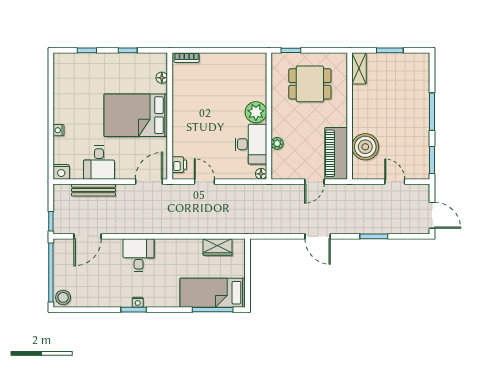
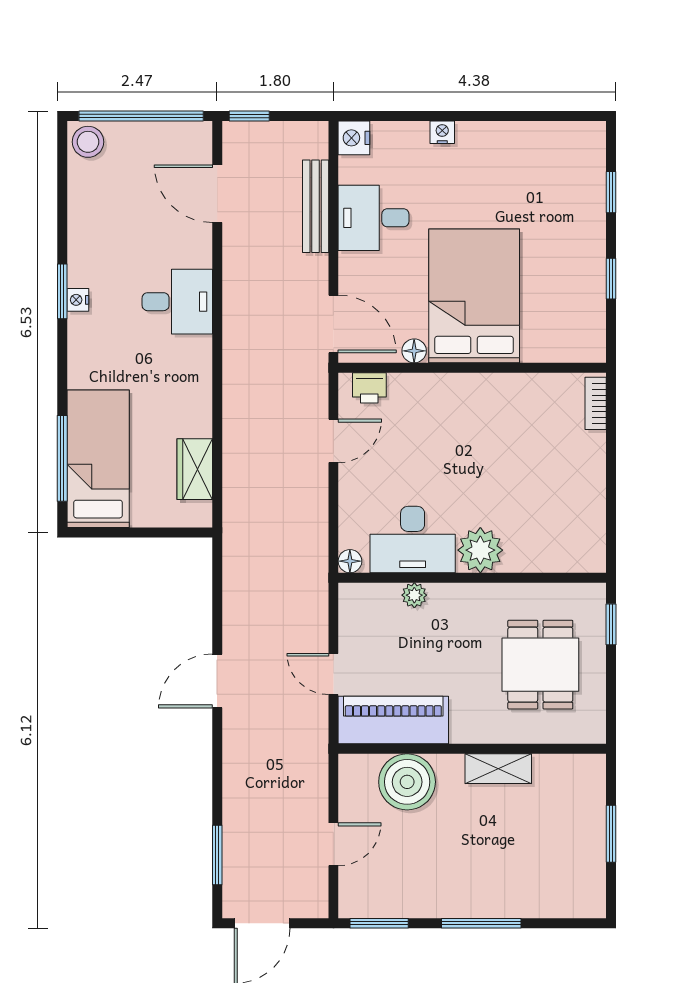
shelving: (359, 68) -> (498, 769), moved
floor lamp: (162, 78) -> (414, 351), moved
window: (374, 236) -> (217, 855), moved

